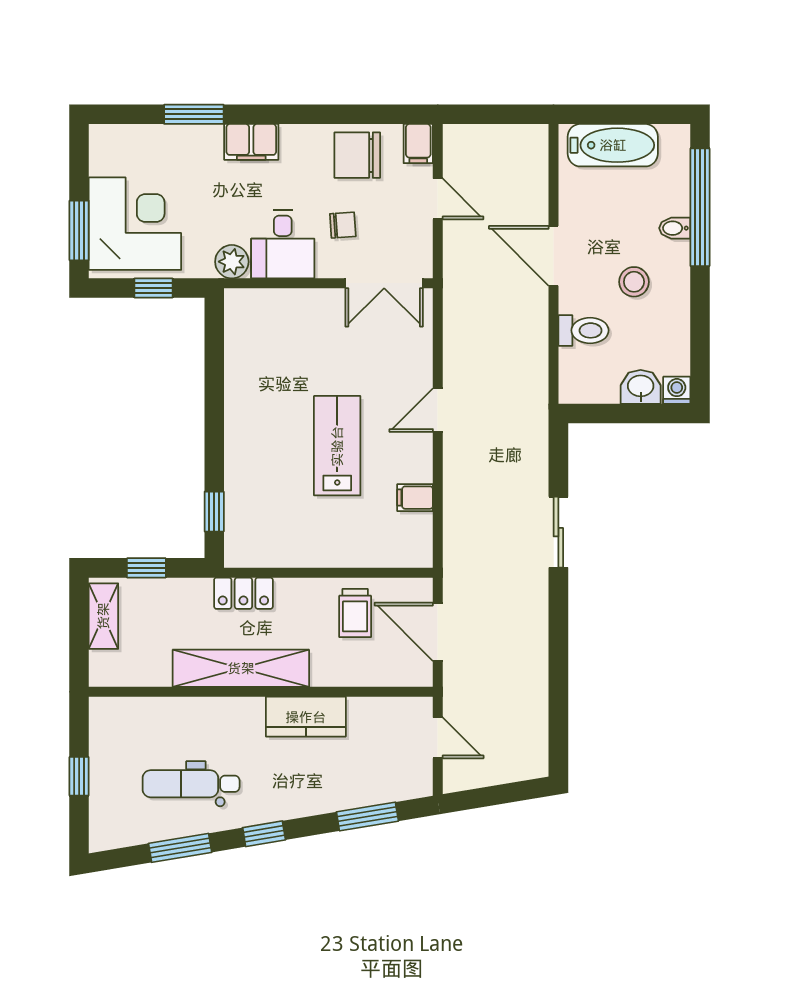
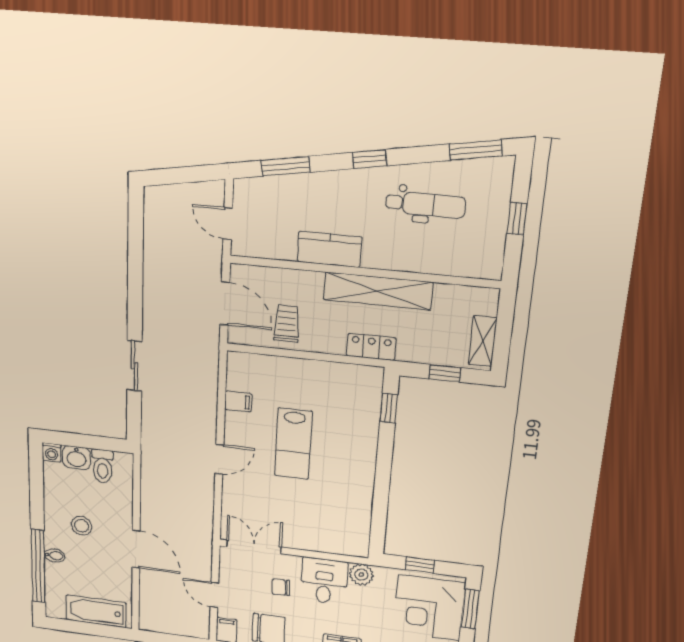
toilet: (584, 330) -> (103, 466), moved, turned -90
window: (180, 848) -> (476, 150), moved

